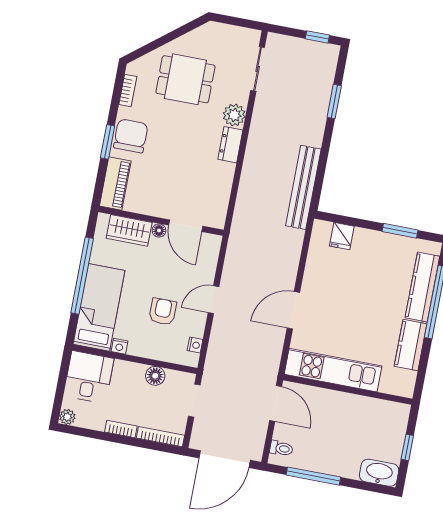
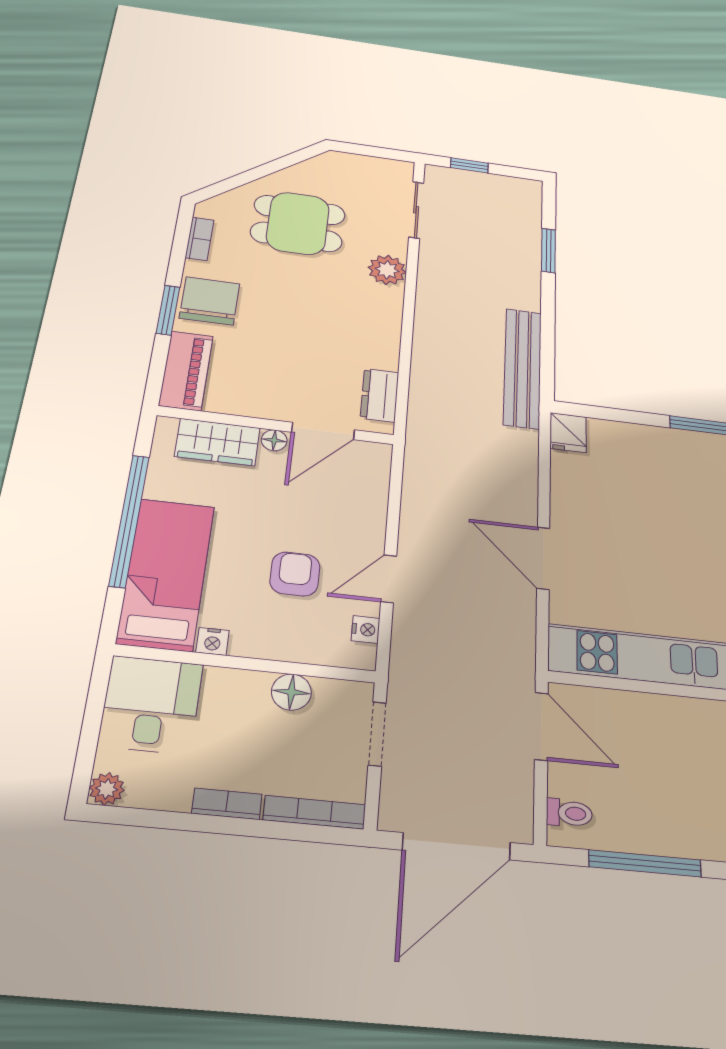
window: (317, 37) -> (469, 165), moved
dresser: (230, 145) -> (380, 395), moved
door: (186, 226) -> (323, 431), hinge flipped
fridge: (342, 236) -> (568, 433), moved
door: (214, 300) -> (389, 579), moved
door: (293, 310) -> (543, 558), hinge flipped

